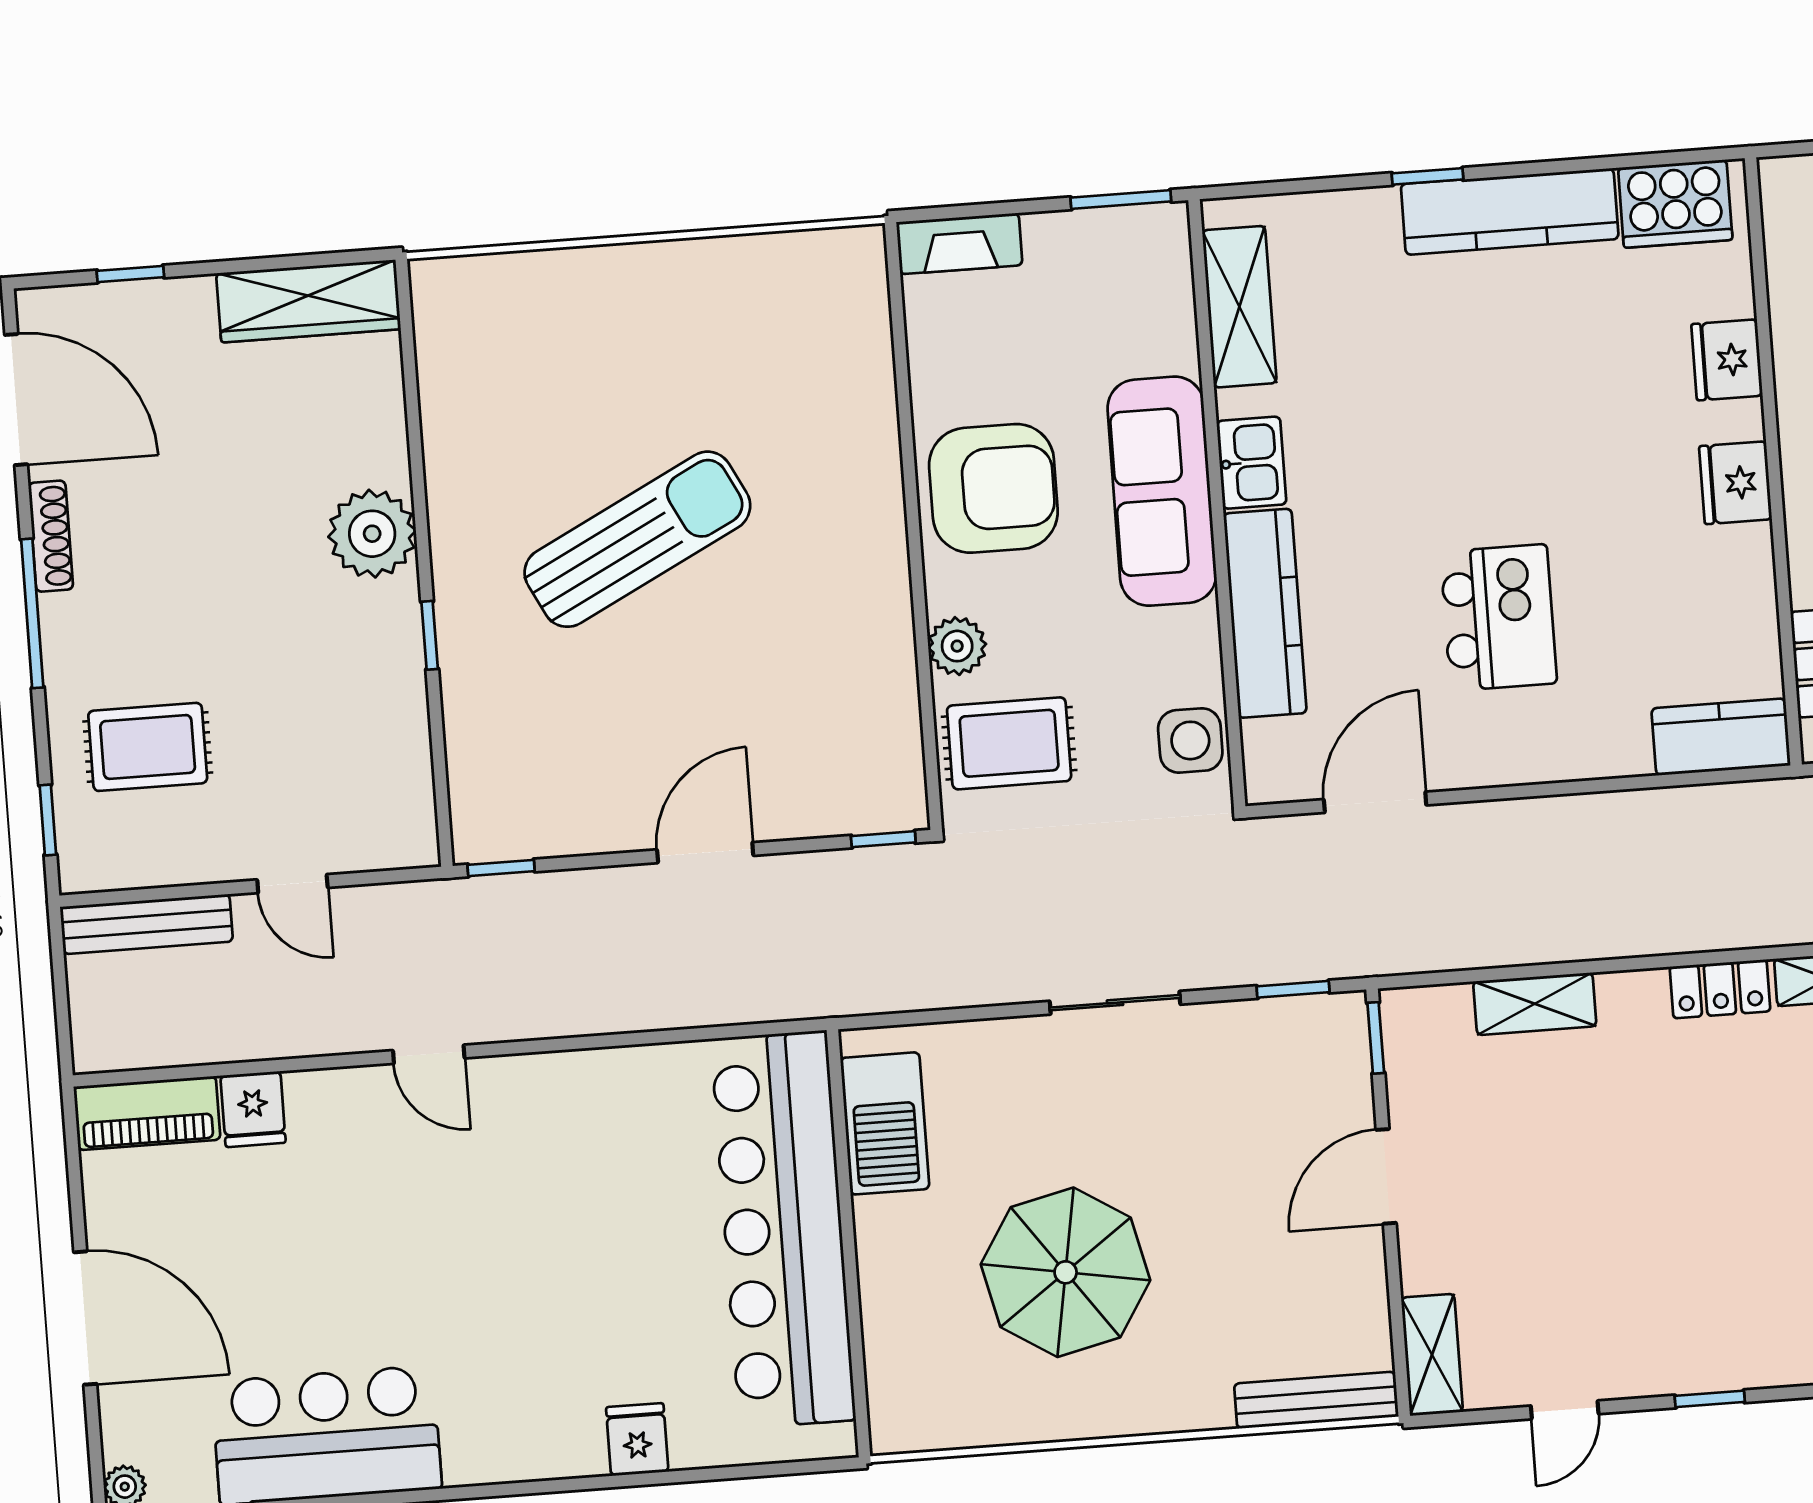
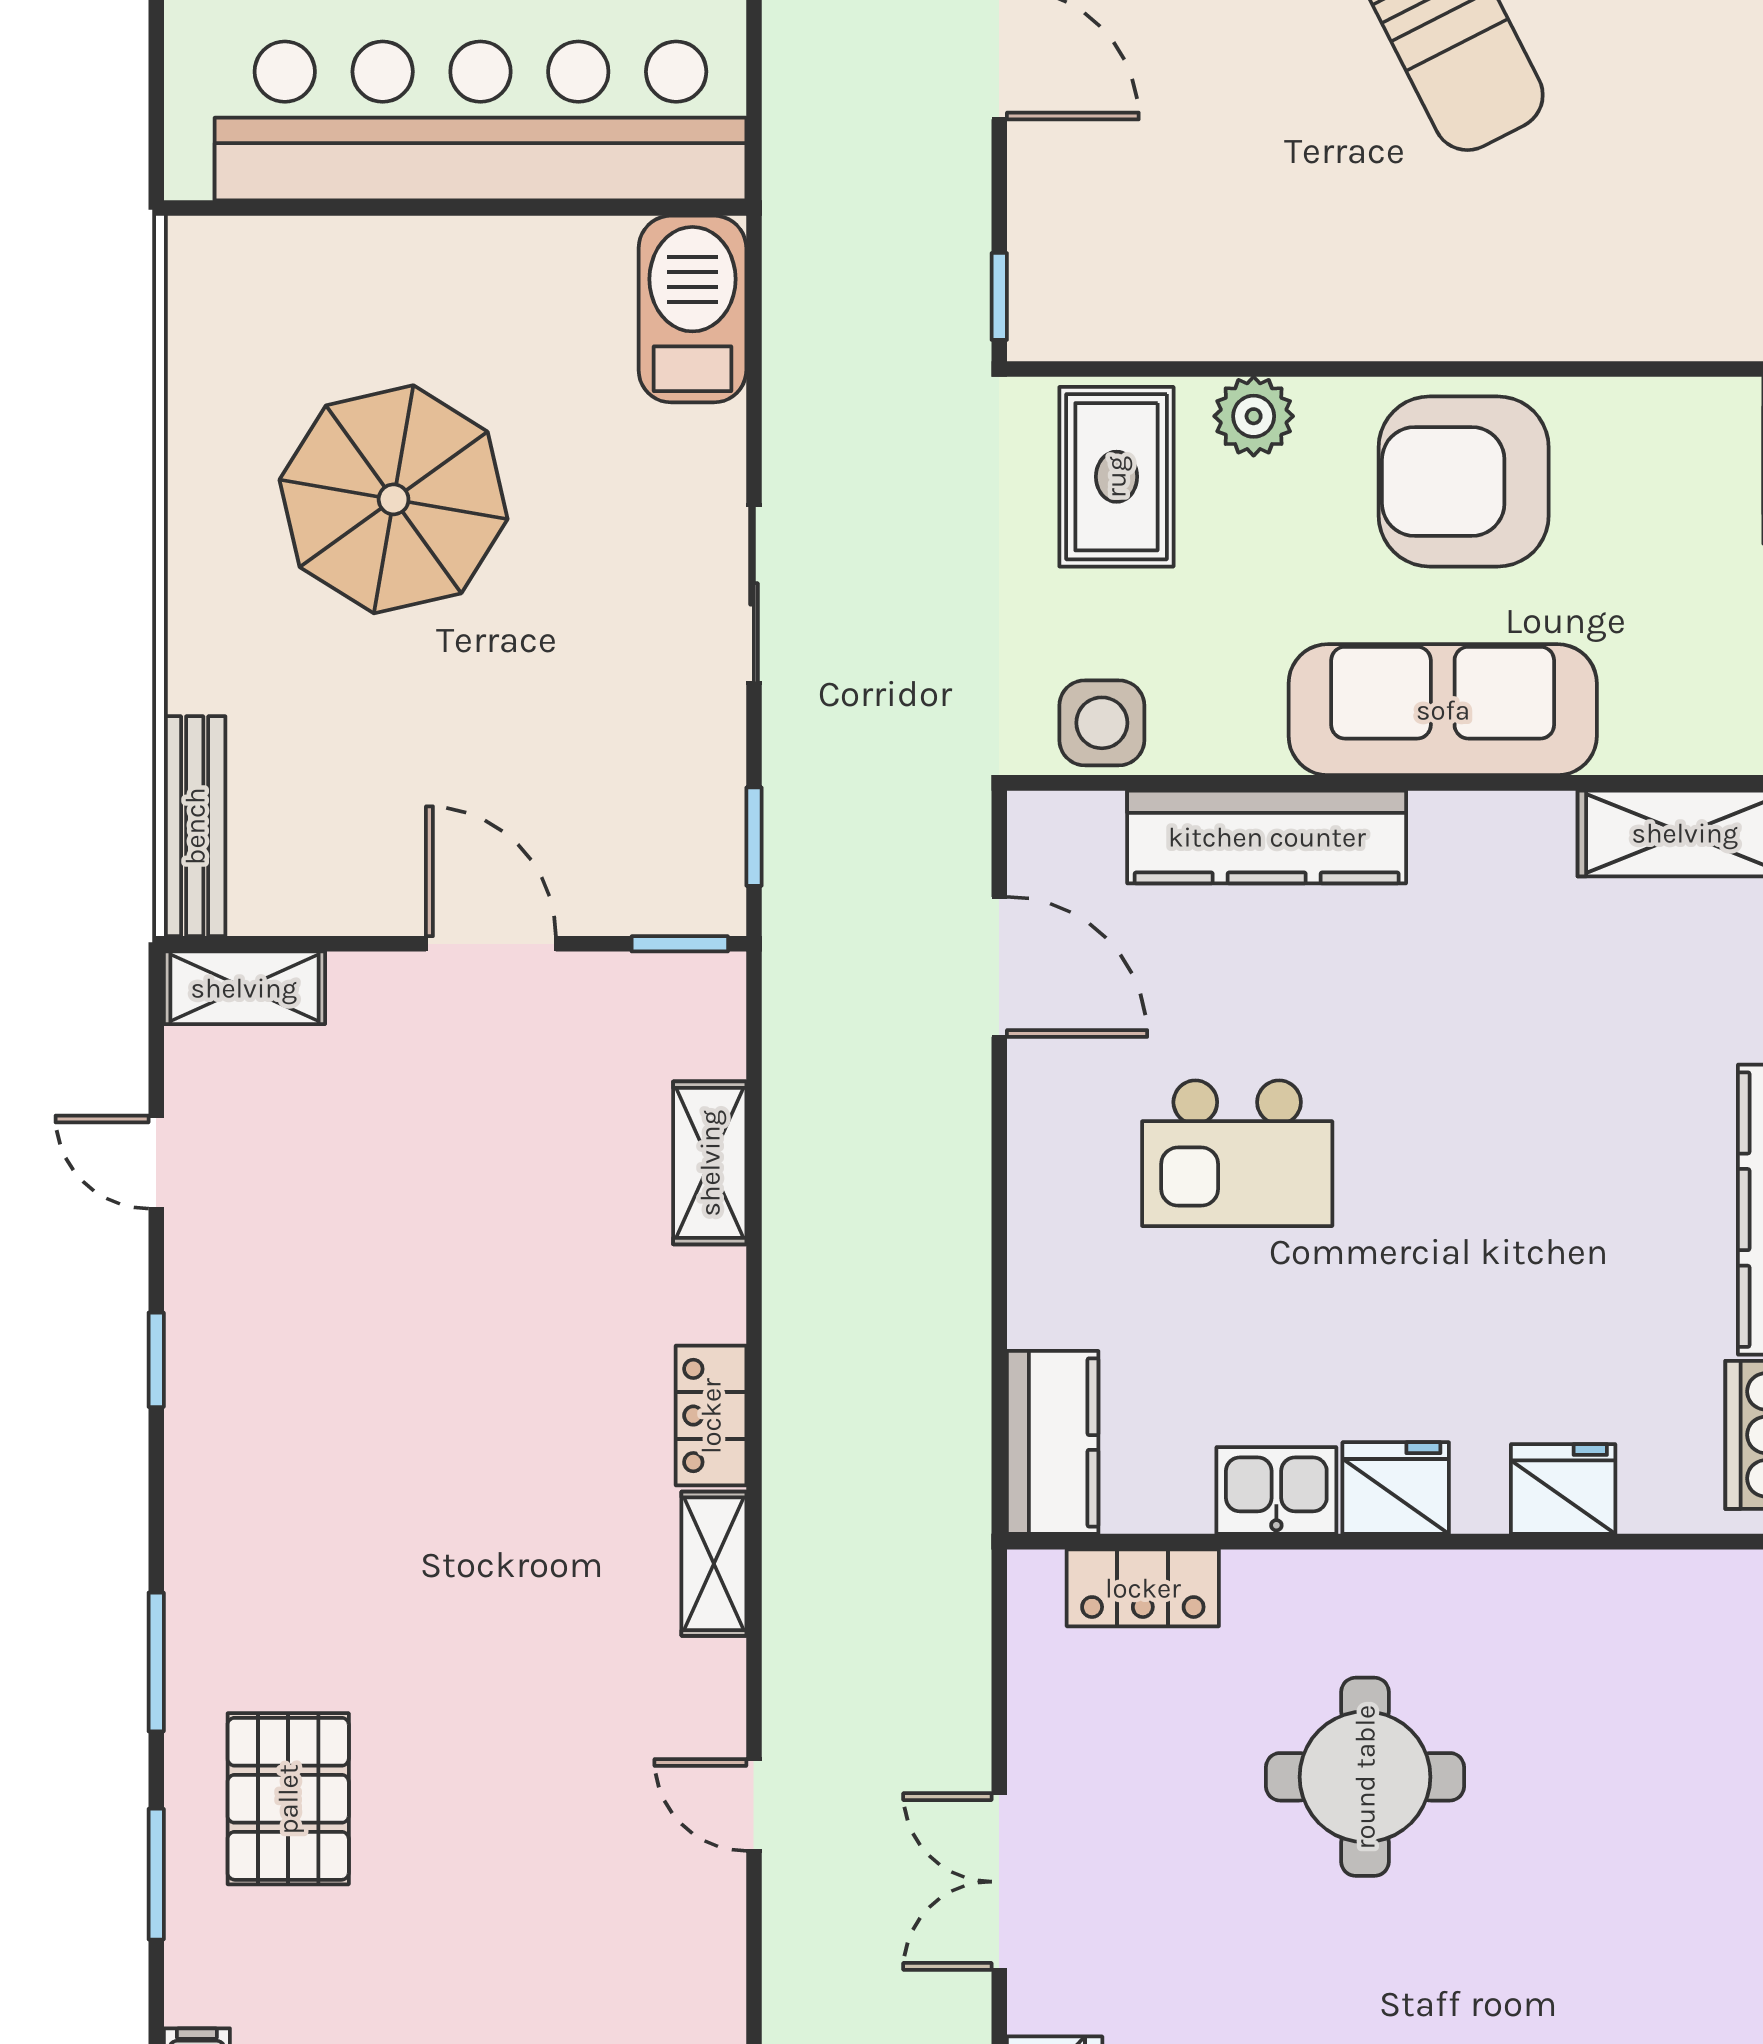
kitchen sink: (1251, 463) -> (1276, 1490), moved, turned 180
armchair: (993, 488) -> (1464, 481), turned 90
barbecue: (885, 1123) -> (692, 309), moved, turned 90

